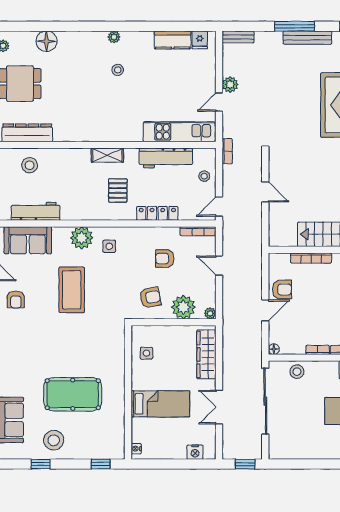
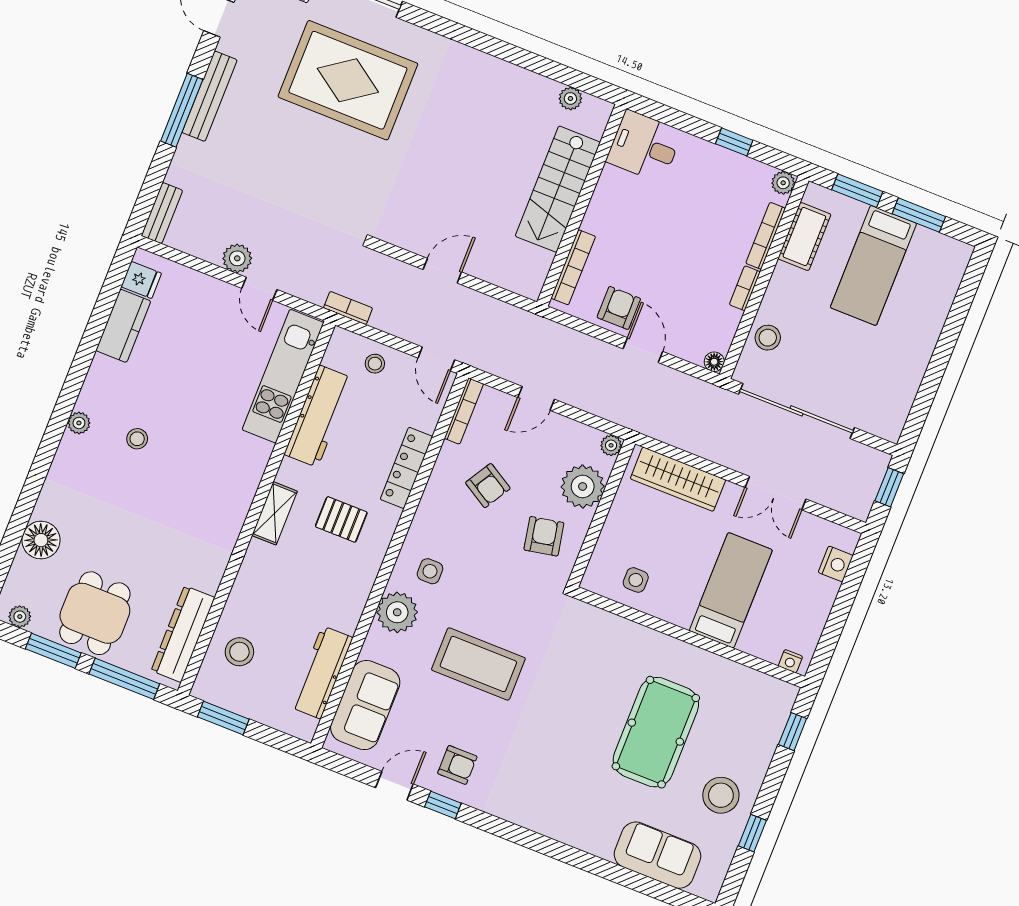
bookcase: (311, 258) -> (573, 267), moved
armchair: (165, 259) -> (488, 486), turned -59

